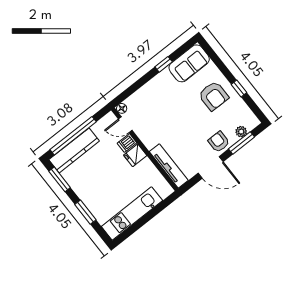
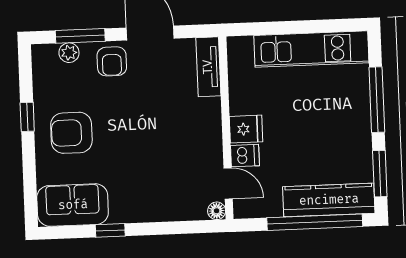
armchair: (214, 96) -> (71, 133), turned -90
tv unit: (169, 166) -> (208, 67), width x0.71
window: (85, 212) -> (377, 100), width x1.44

